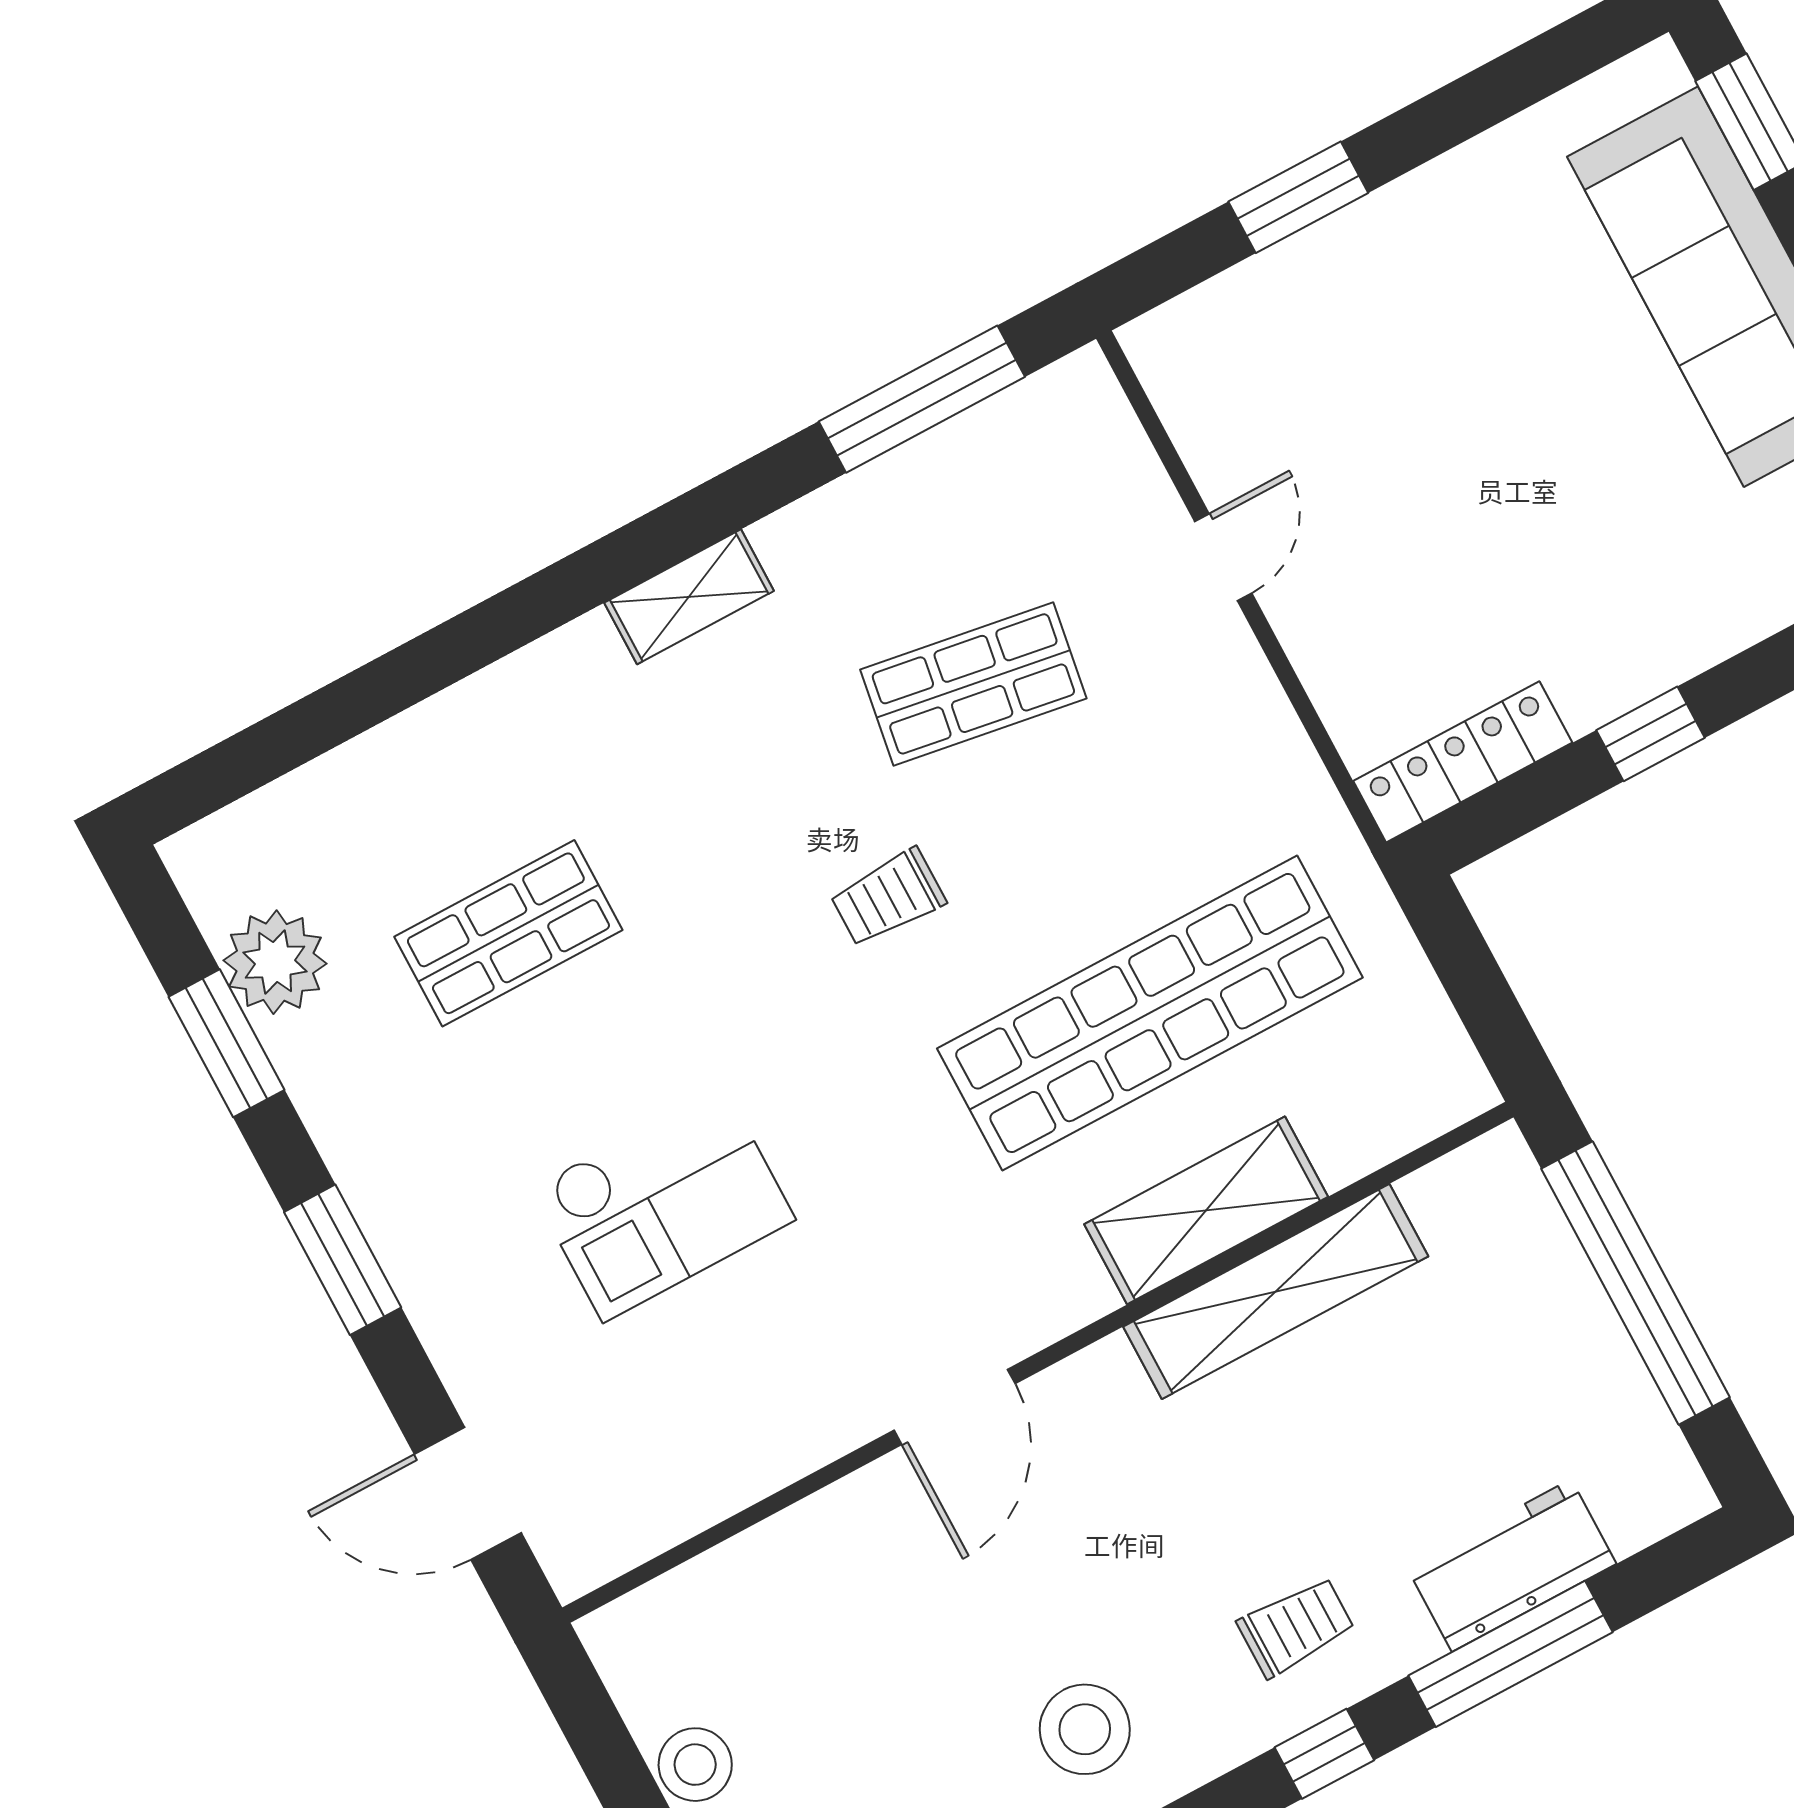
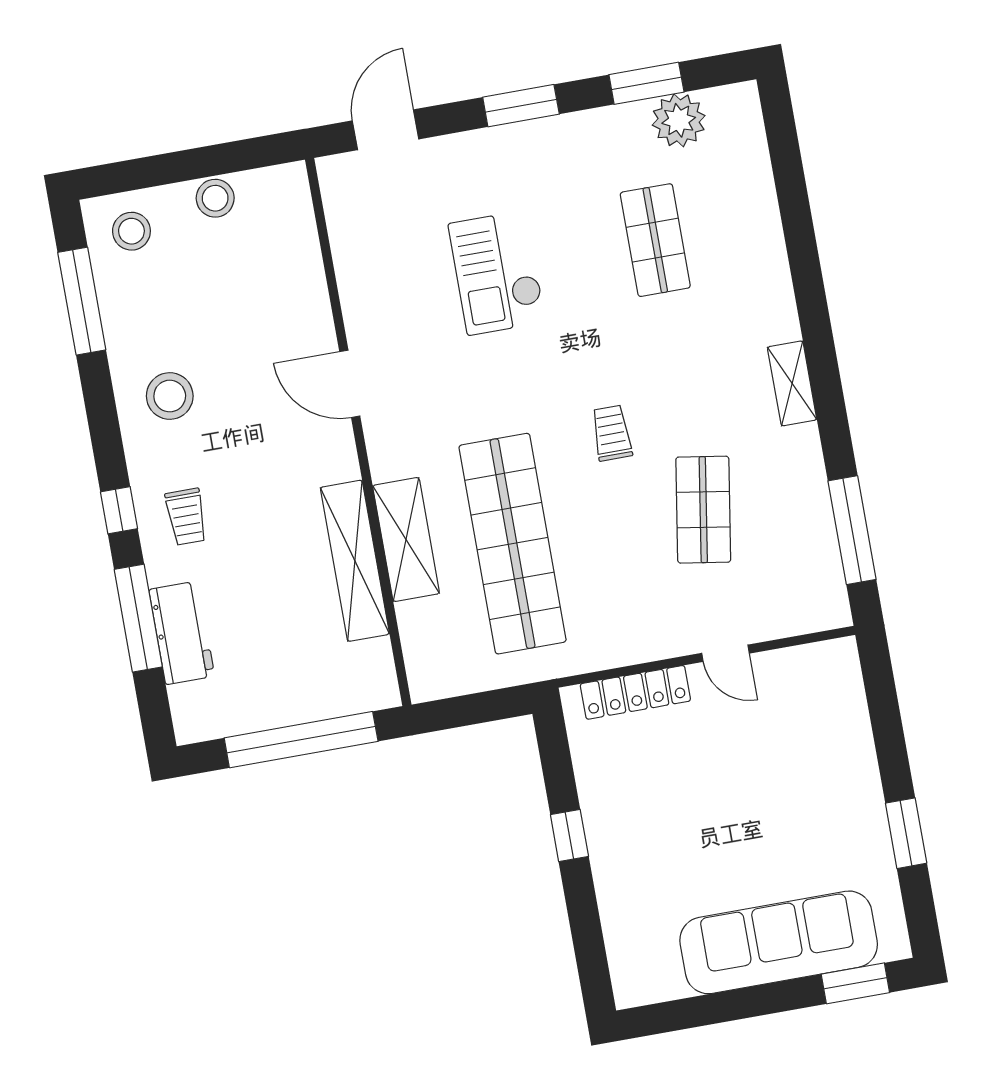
window: (1298, 197) -> (906, 833), moved
locker: (1463, 762) -> (635, 692), moved, turned 90

